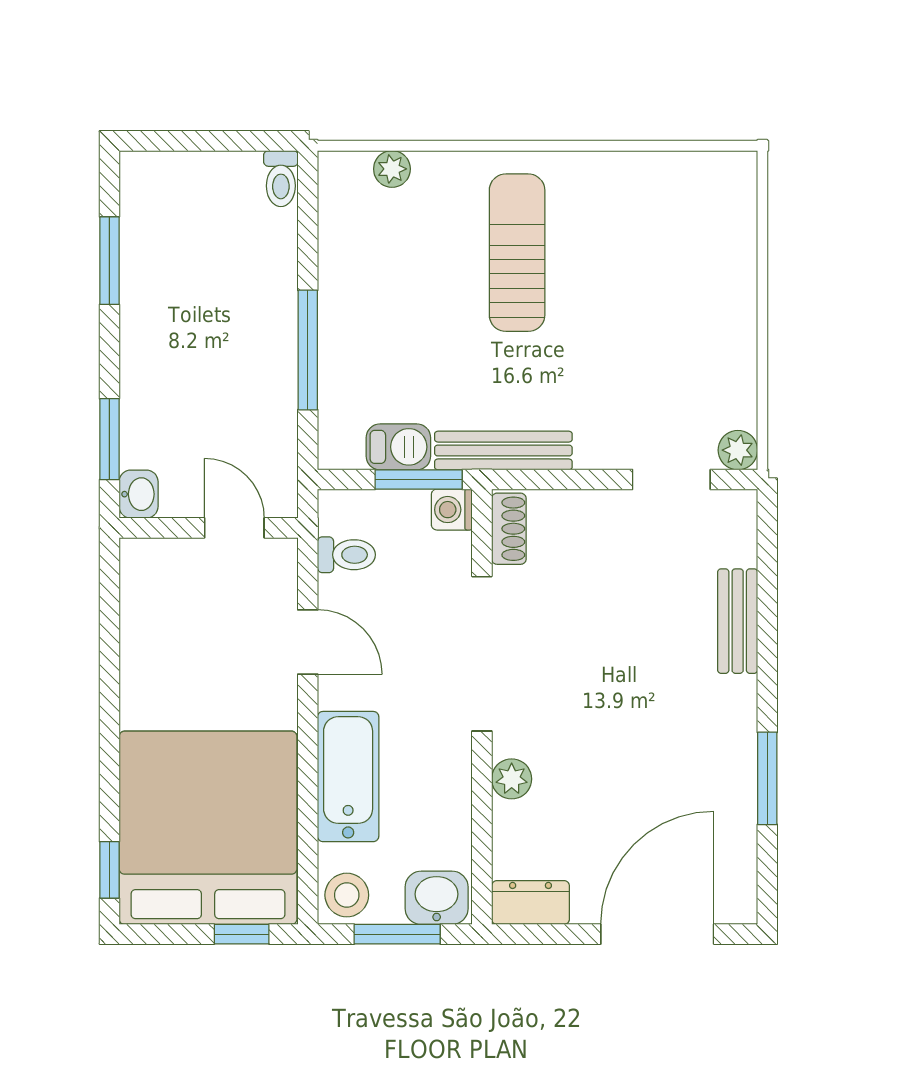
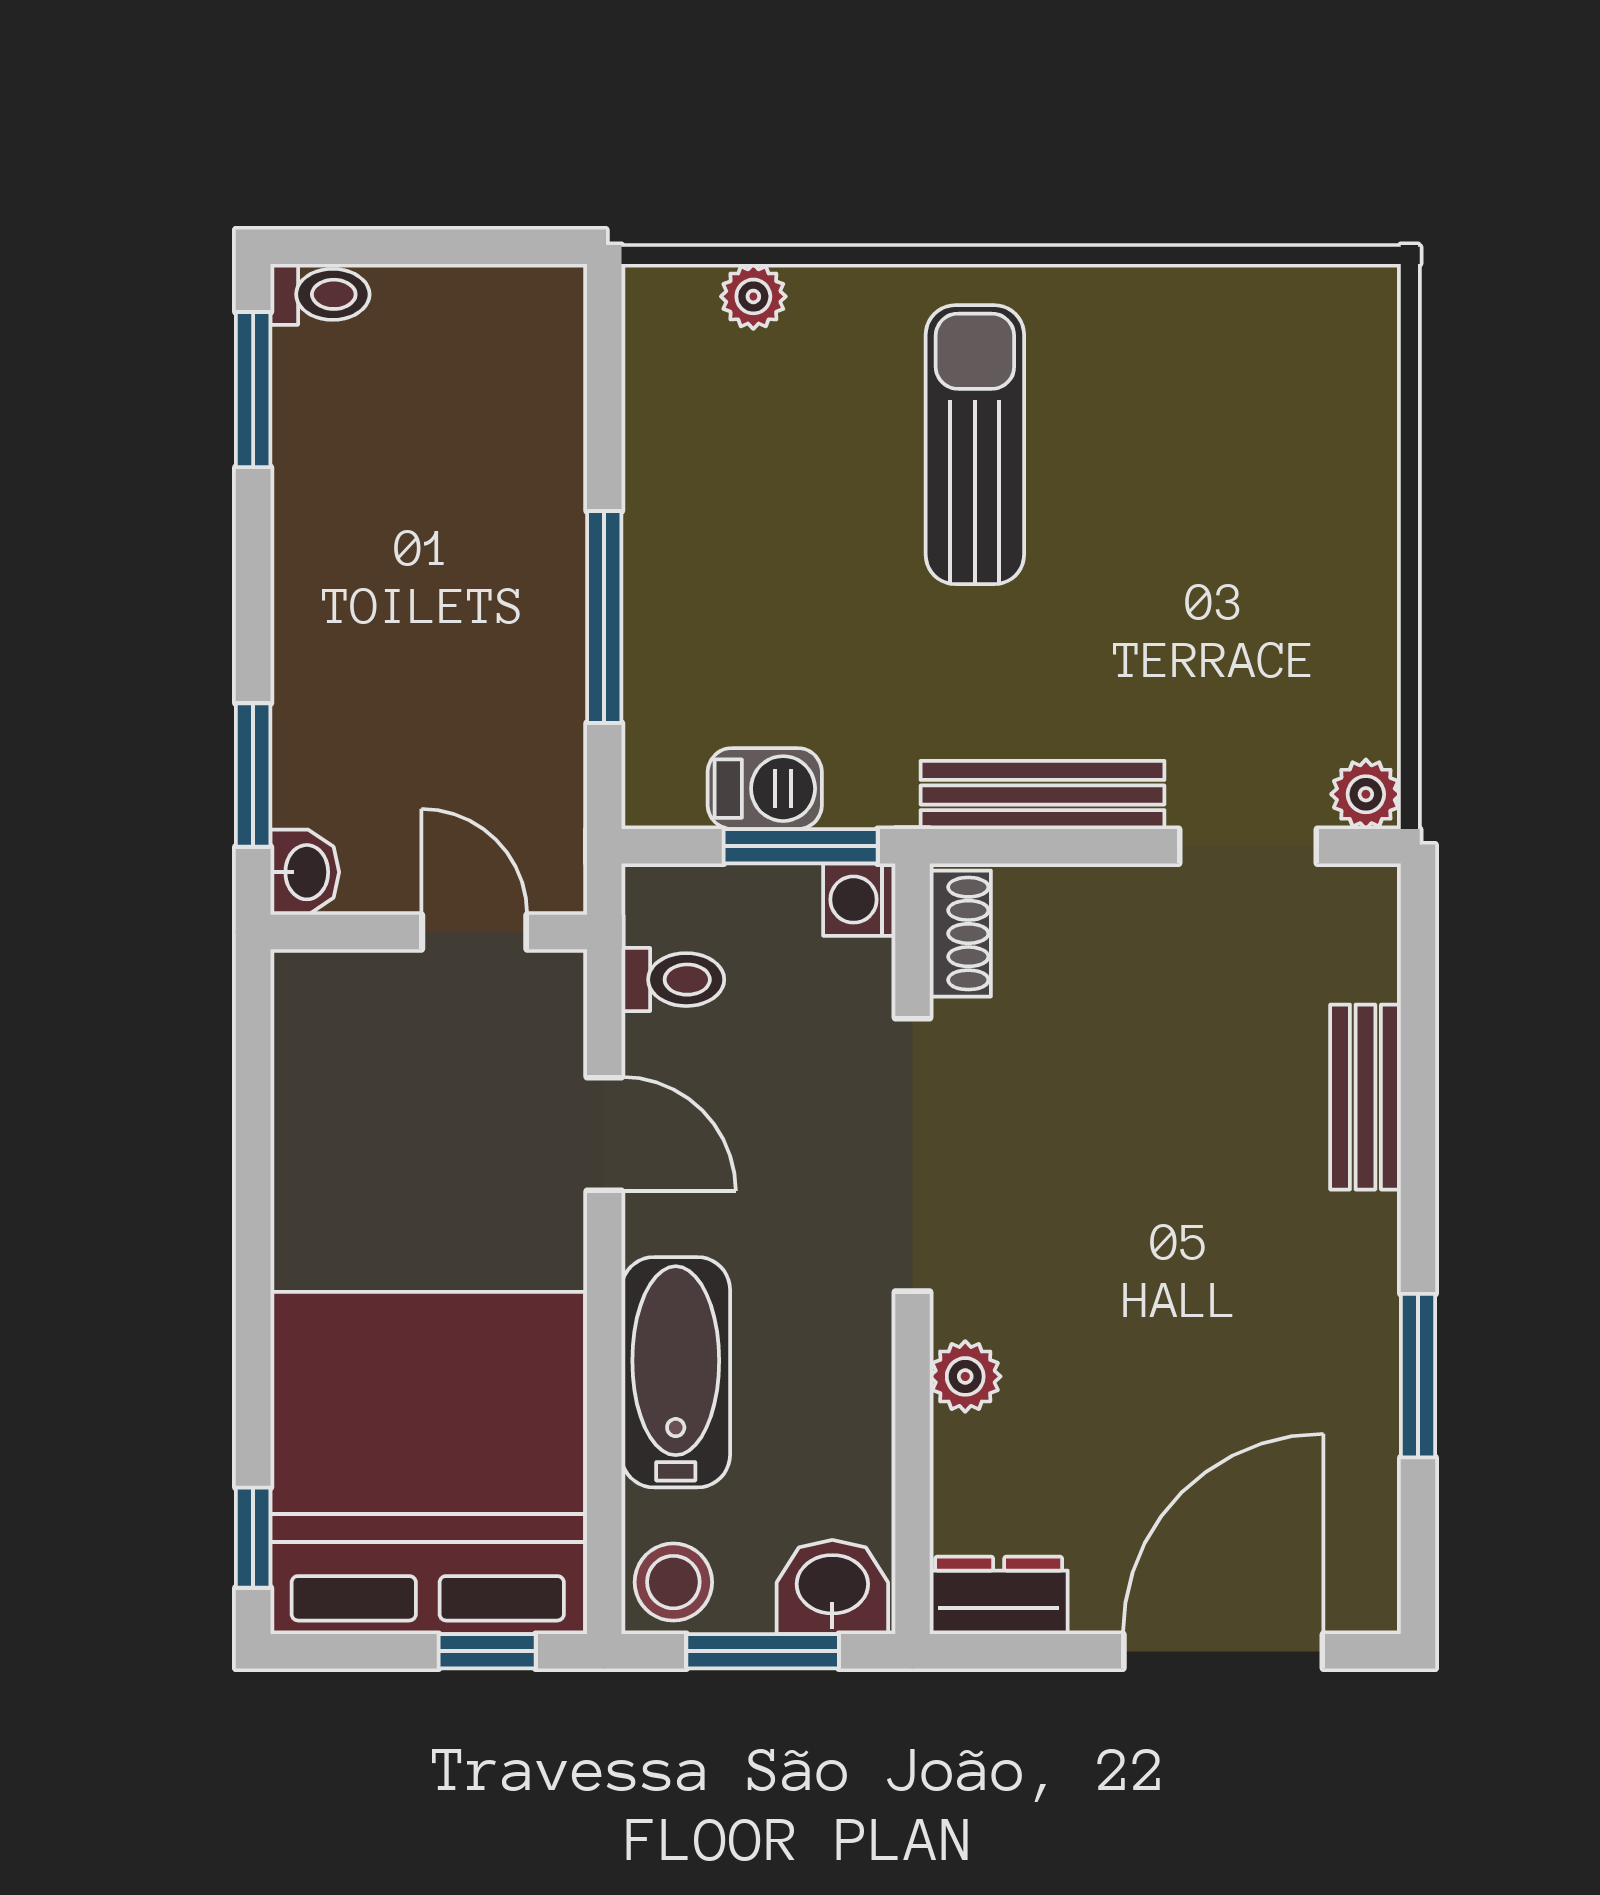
toilet: (281, 179) -> (320, 294), moved, turned -90
window: (109, 261) -> (253, 390), moved
bench: (503, 451) -> (1042, 795), moved

